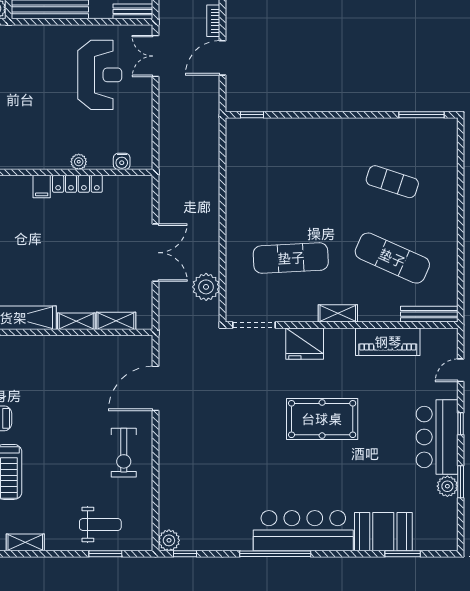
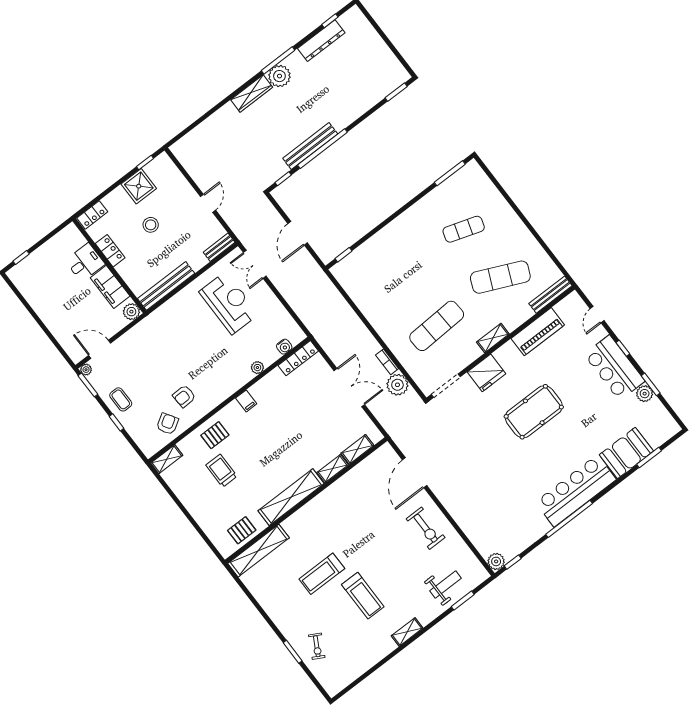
bookcase: (213, 21) -> (387, 362), moved
locker: (77, 184) -> (298, 358), moved

